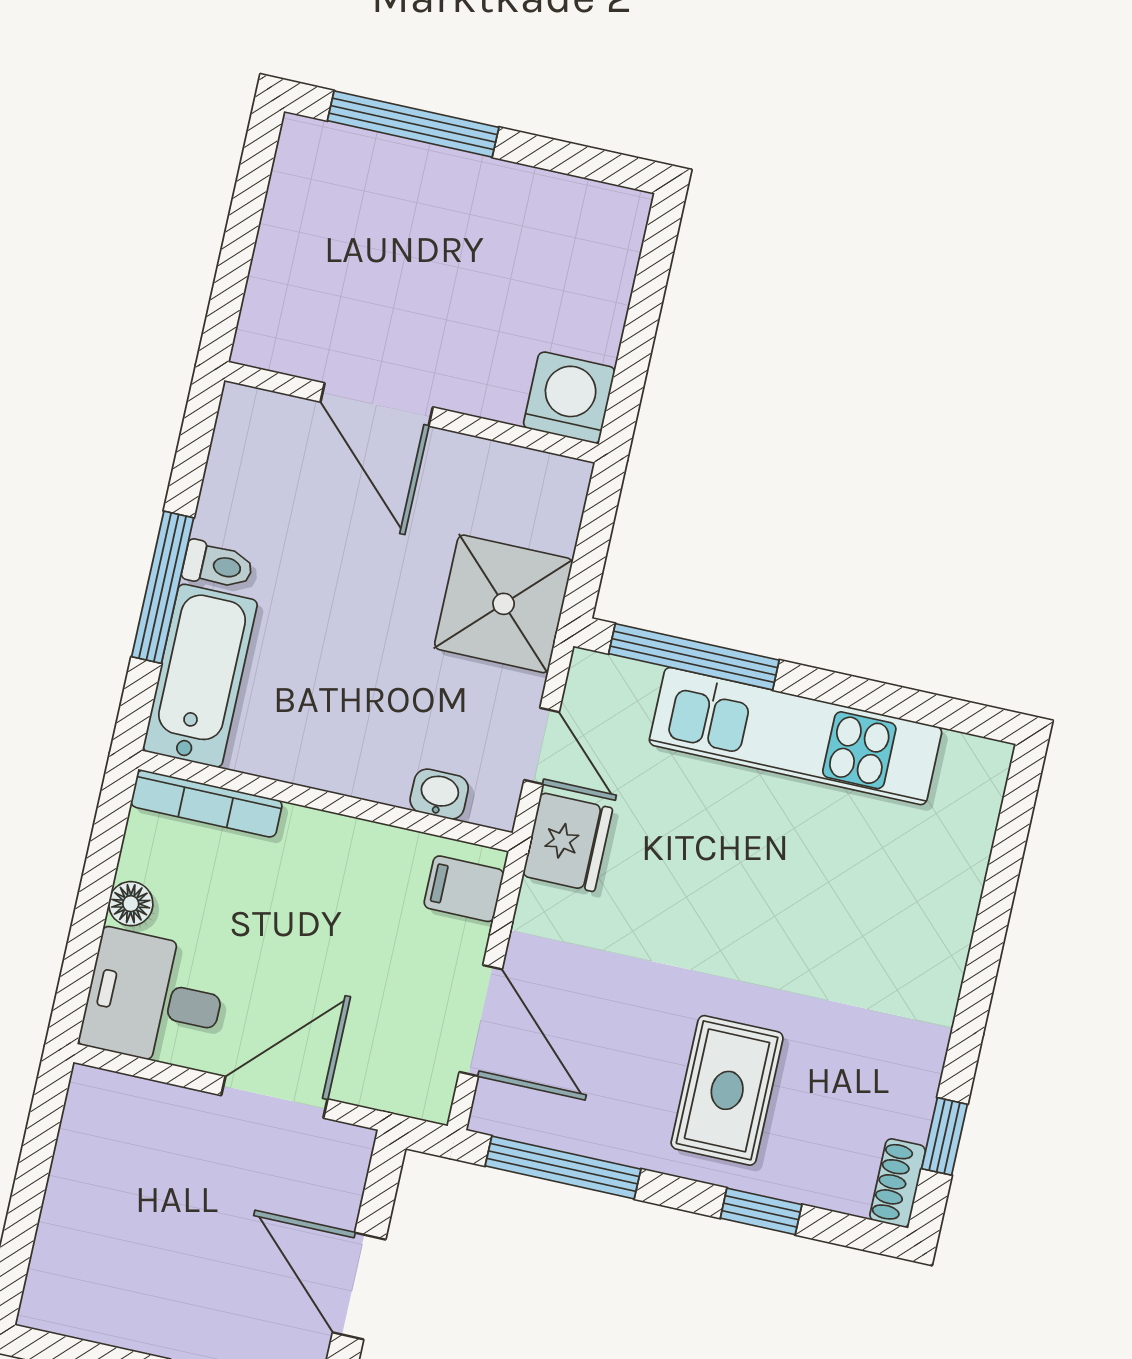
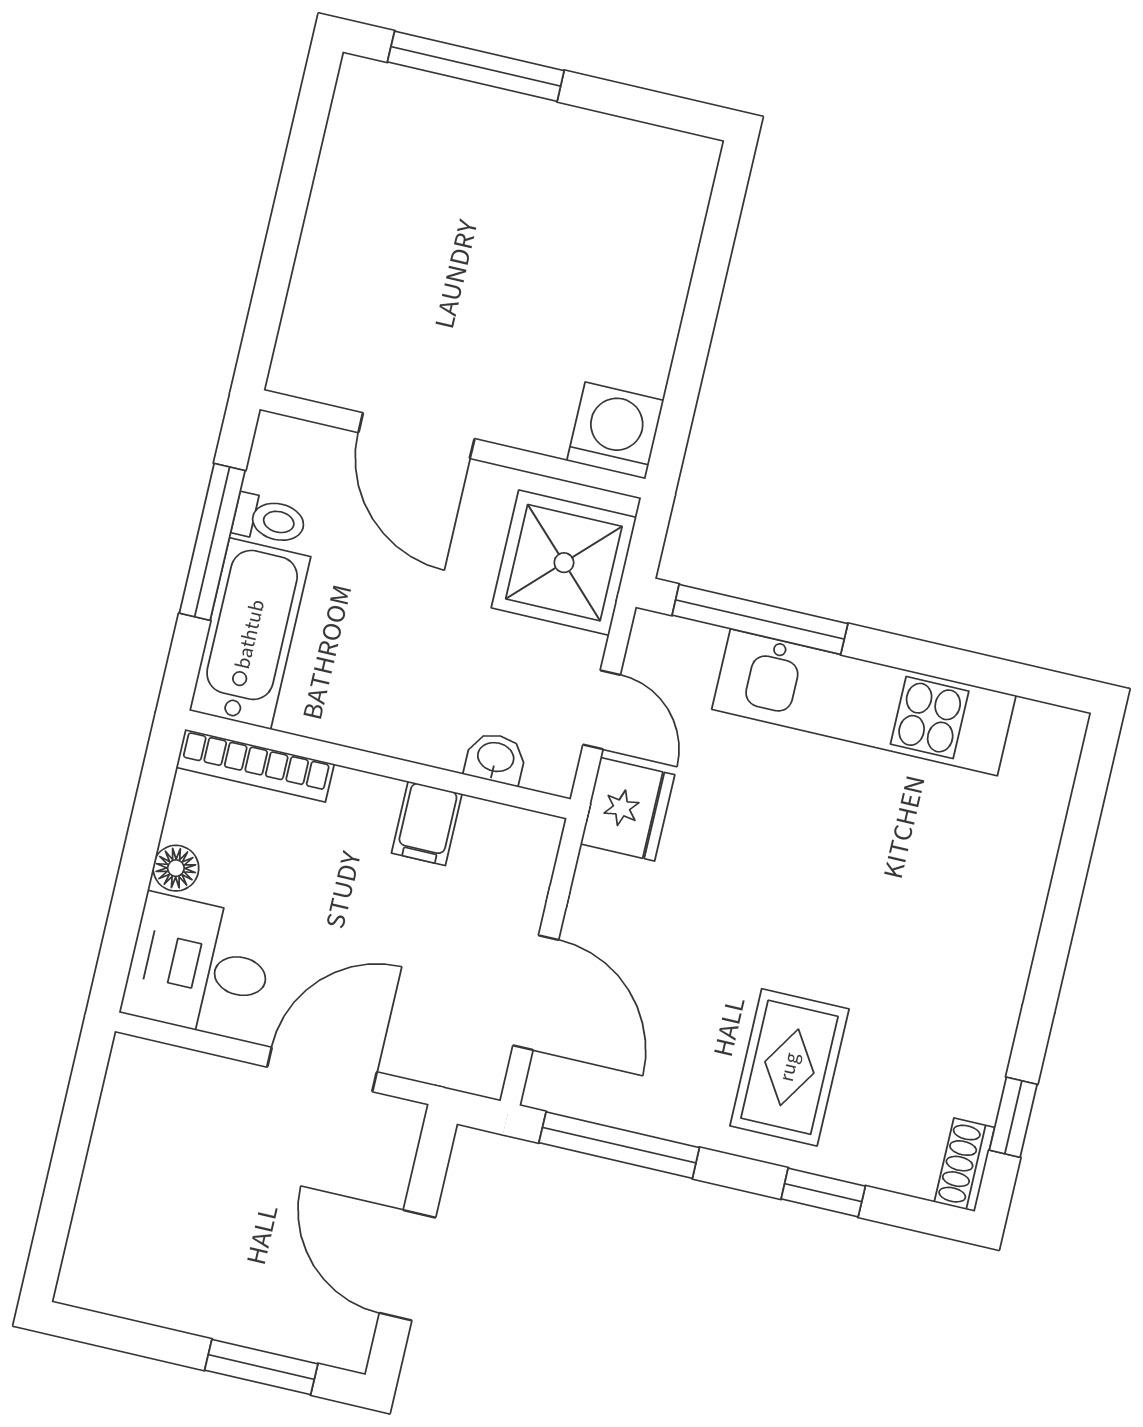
washing machine: (569, 398) -> (615, 431), moved
door: (377, 405) -> (416, 436), moved
wall: (412, 412) -> (452, 444), moved
filing cabinet: (464, 889) -> (427, 823), moved, turned -90

